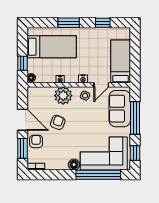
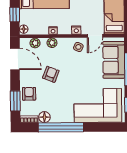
plant: (42, 91) -> (35, 43), added
plant: (63, 96) -> (52, 43), width x0.53, depth x0.53
door: (22, 120) -> (15, 59), moved
floor lamp: (74, 165) -> (44, 117), moved
window: (98, 175) -> (61, 127), moved

